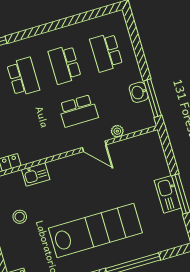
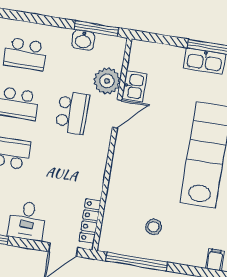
plant: (117, 131) -> (107, 81), width x1.88, depth x1.88
kitchen sink: (36, 174) -> (134, 86), moved

